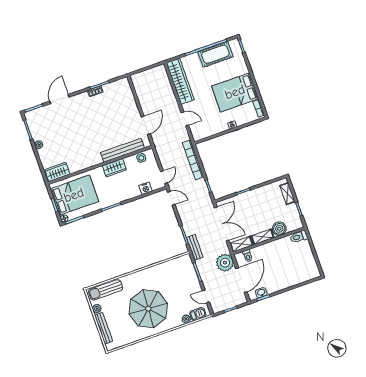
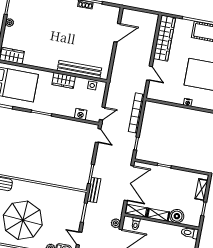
door: (146, 125) -> (117, 33), moved
plant: (225, 263) -> (116, 223), width x0.53, depth x0.53

